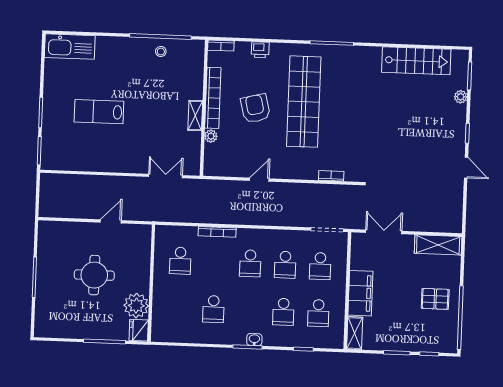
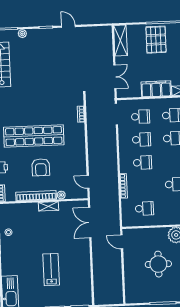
armchair: (255, 108) -> (41, 167), turned -76
lab bench: (99, 112) -> (51, 270), turned 180
door: (466, 168) -> (68, 26), hinge flipped
double door: (165, 176) -> (90, 223), width x1.37
door: (259, 180) -> (88, 182), moved
door: (111, 221) -> (122, 242), moved
double door: (384, 232) -> (115, 77), swing flipped
pallet: (435, 299) -> (156, 40), width x1.50, depth x1.42

